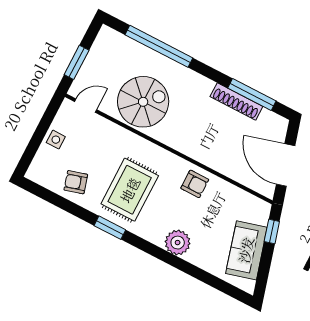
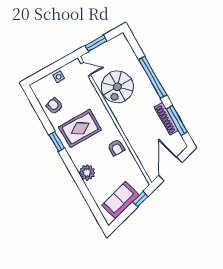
window: (159, 46) -> (153, 77), moved
spiral stairs: (143, 102) -> (117, 87), turned 90

